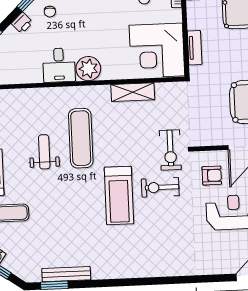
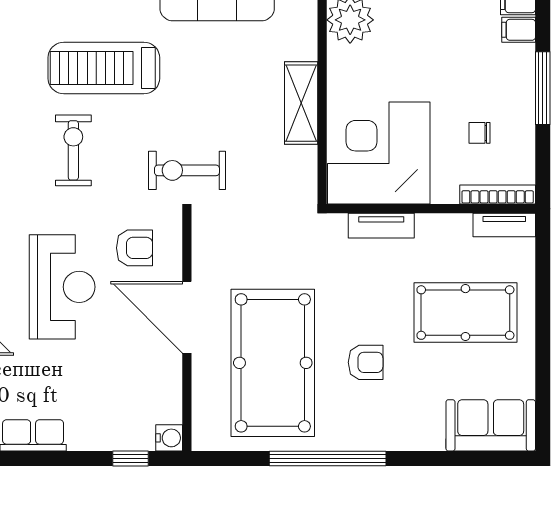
armchair: (212, 175) -> (135, 248), turned -90
exercise bike: (160, 187) -> (73, 150), moved

